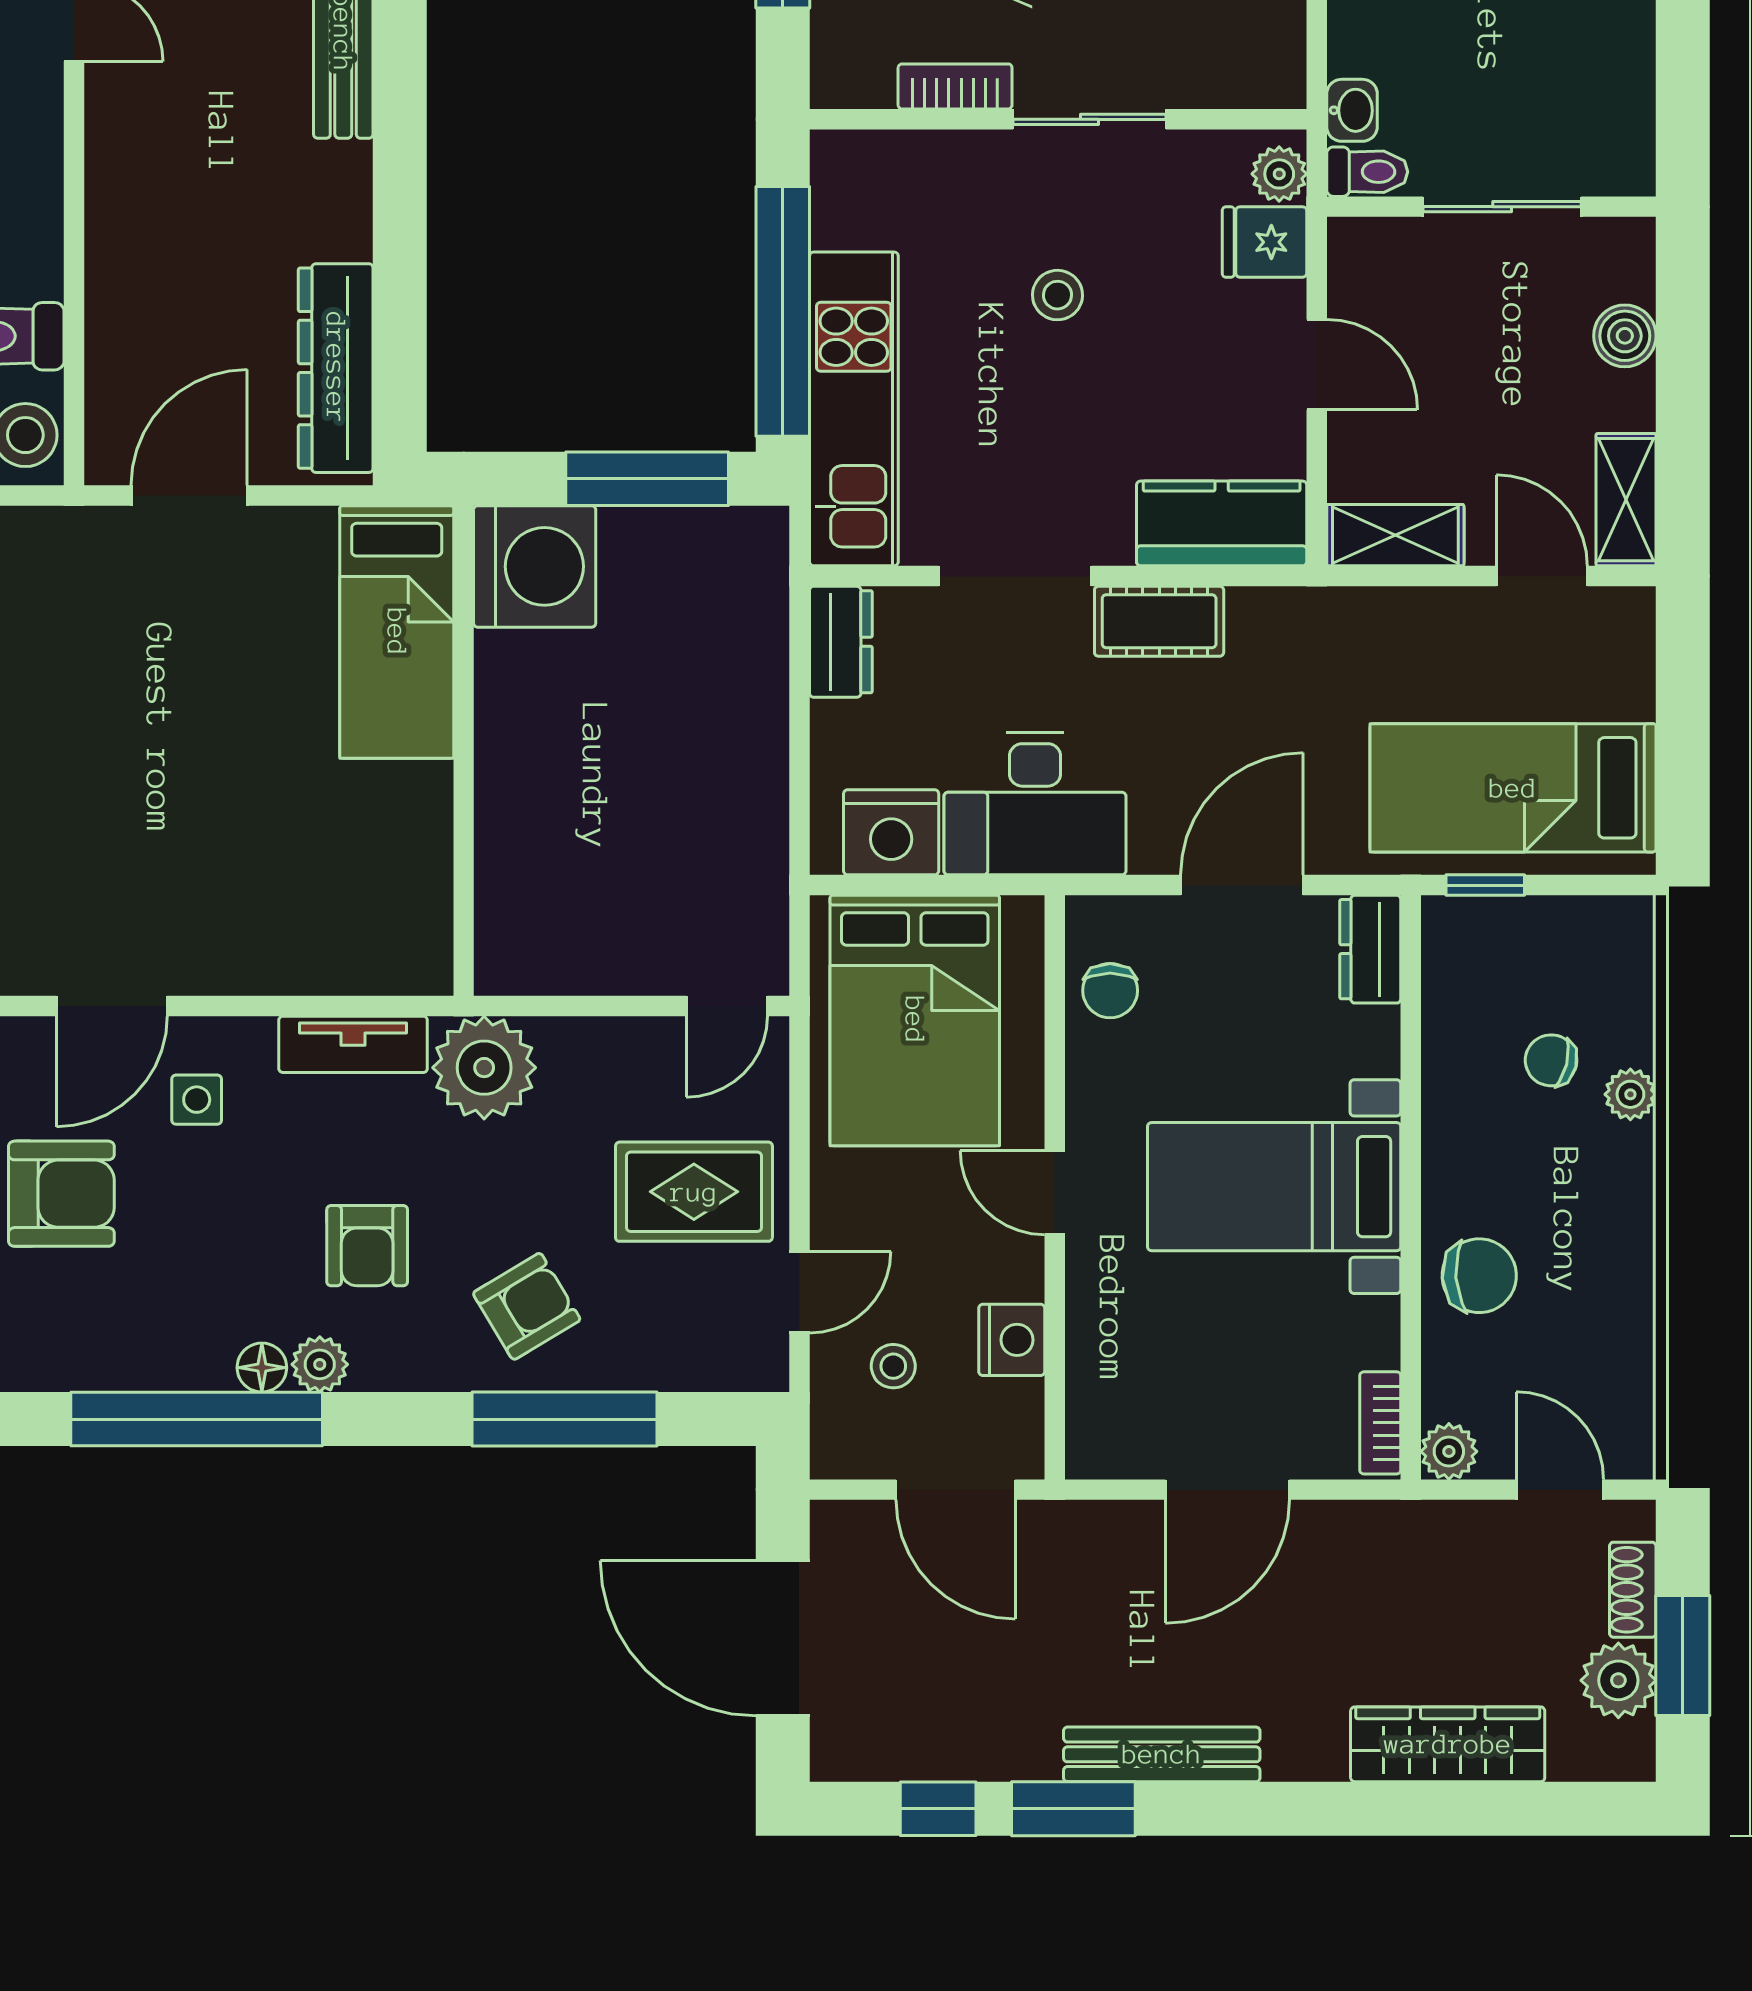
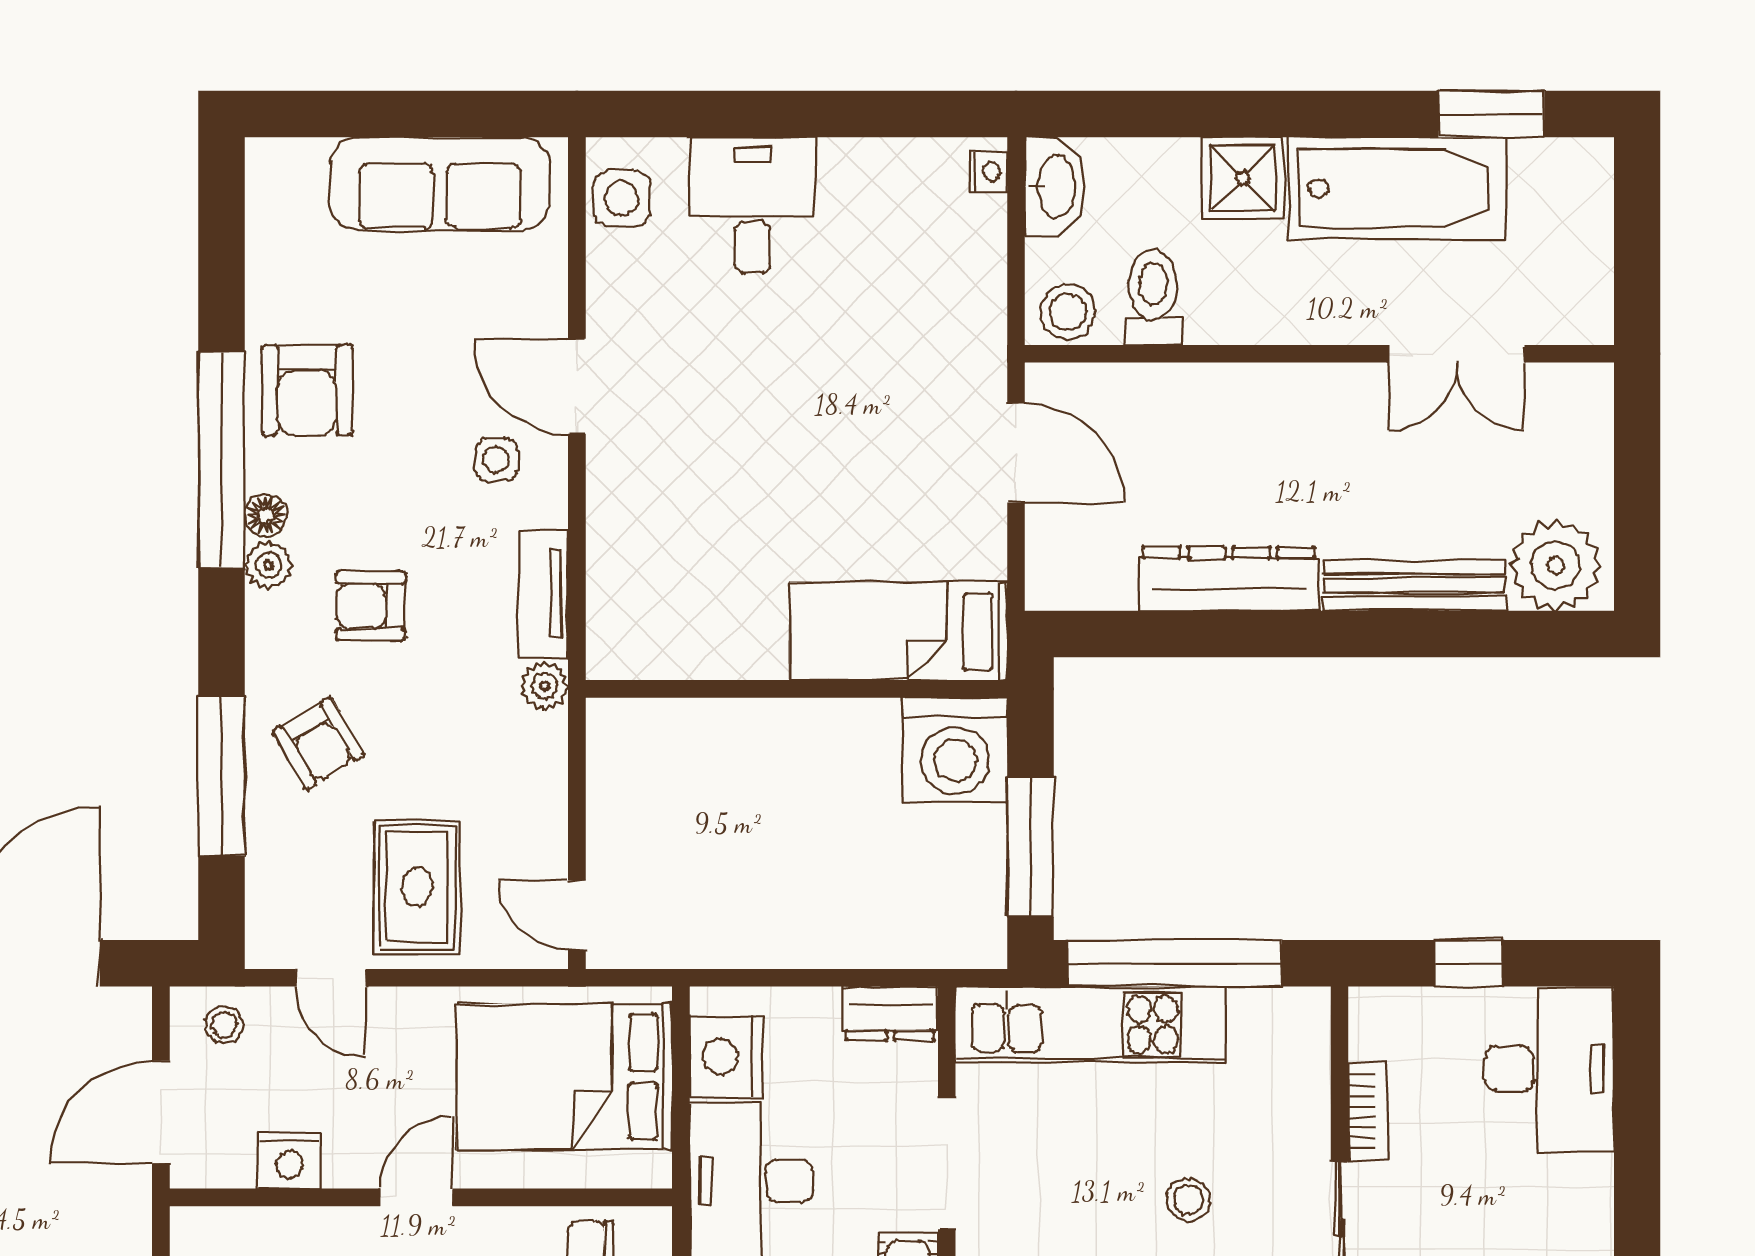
dresser: (336, 368) -> (1229, 579), moved
plant: (484, 1068) -> (545, 686), width x0.53, depth x0.53
armchair: (61, 1194) -> (307, 390), moved
stool: (893, 1366) -> (224, 1025), moved

